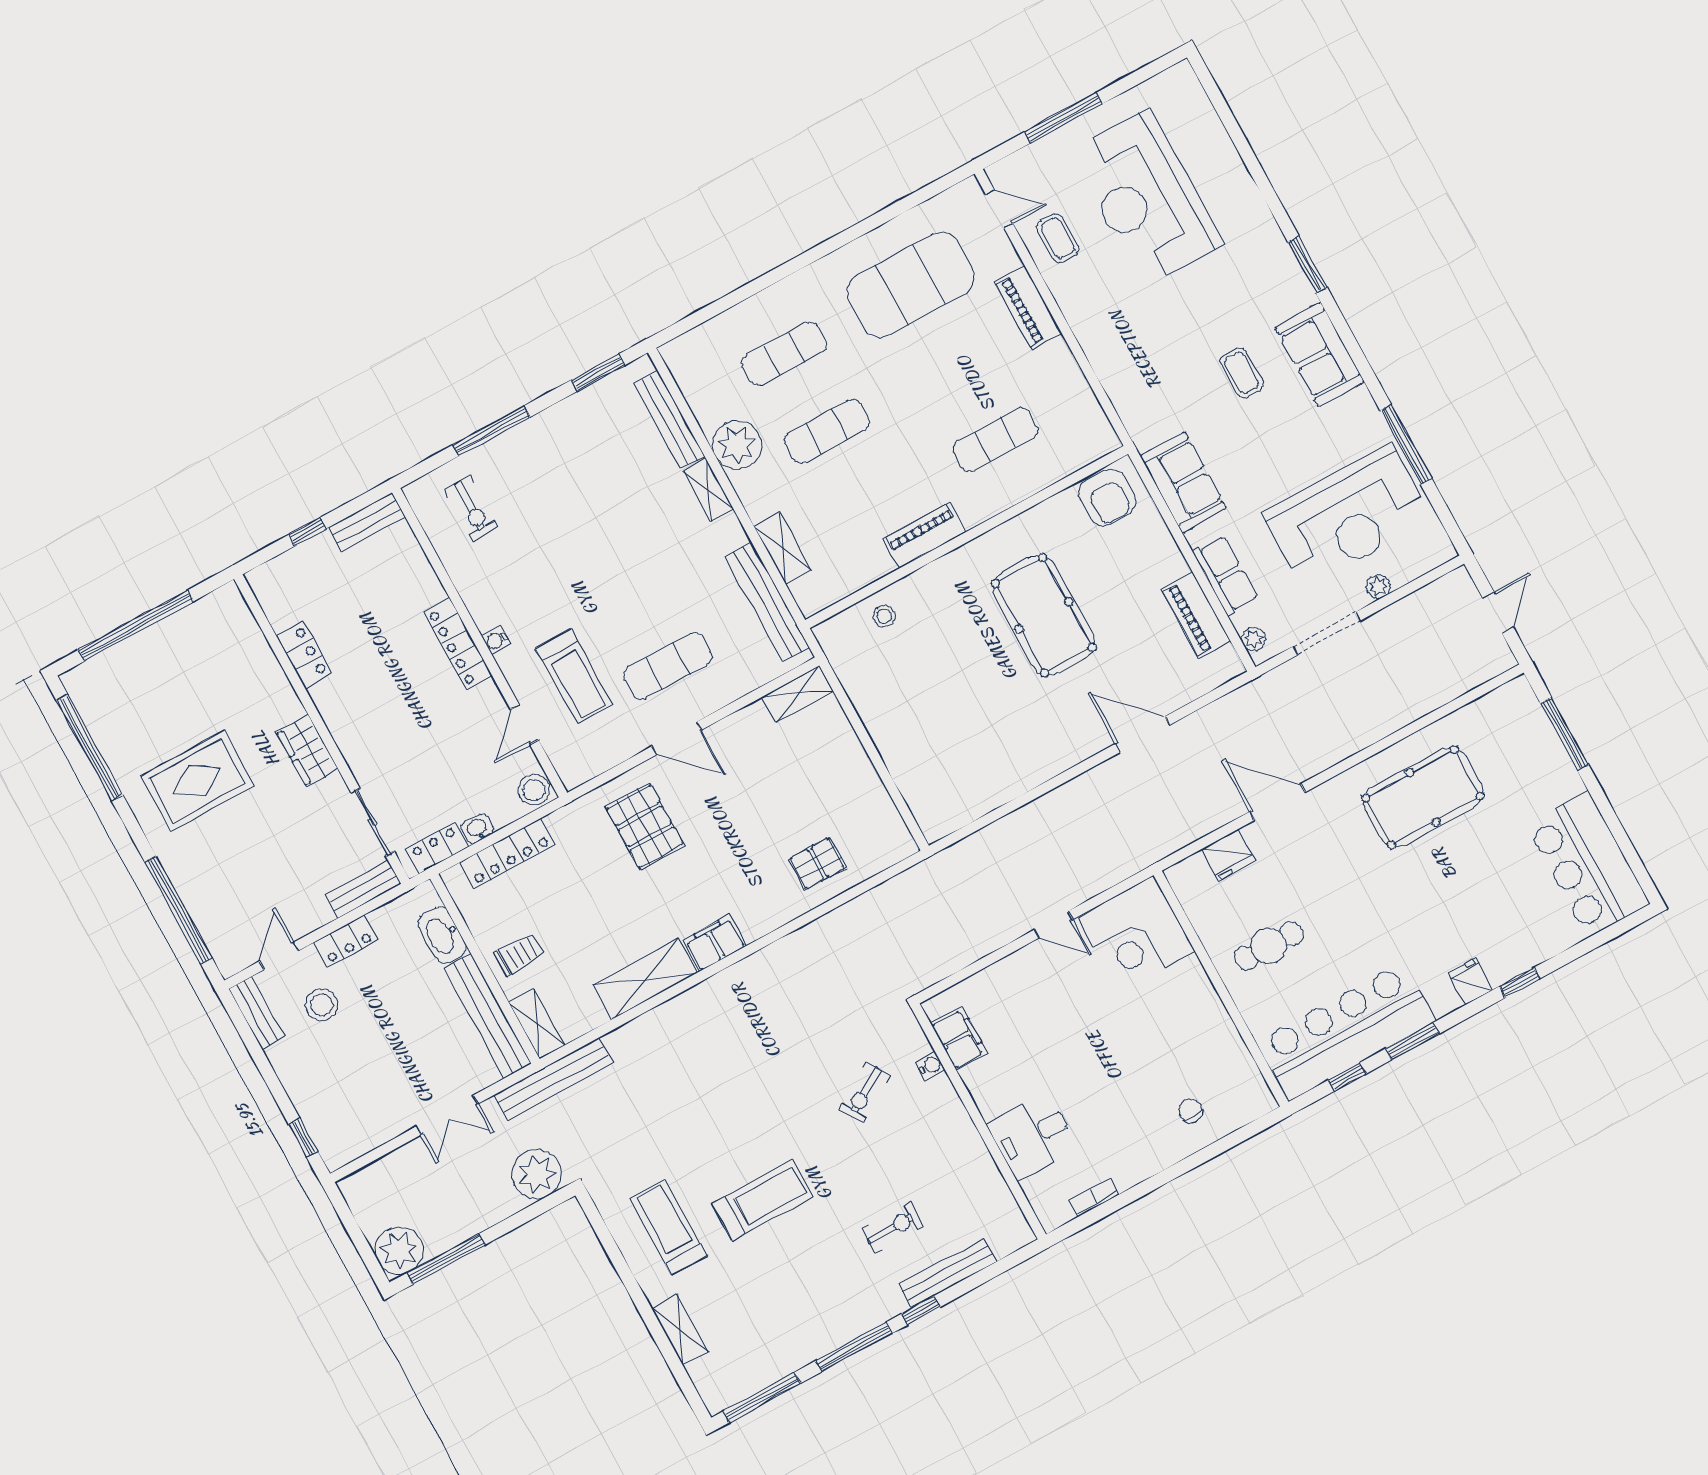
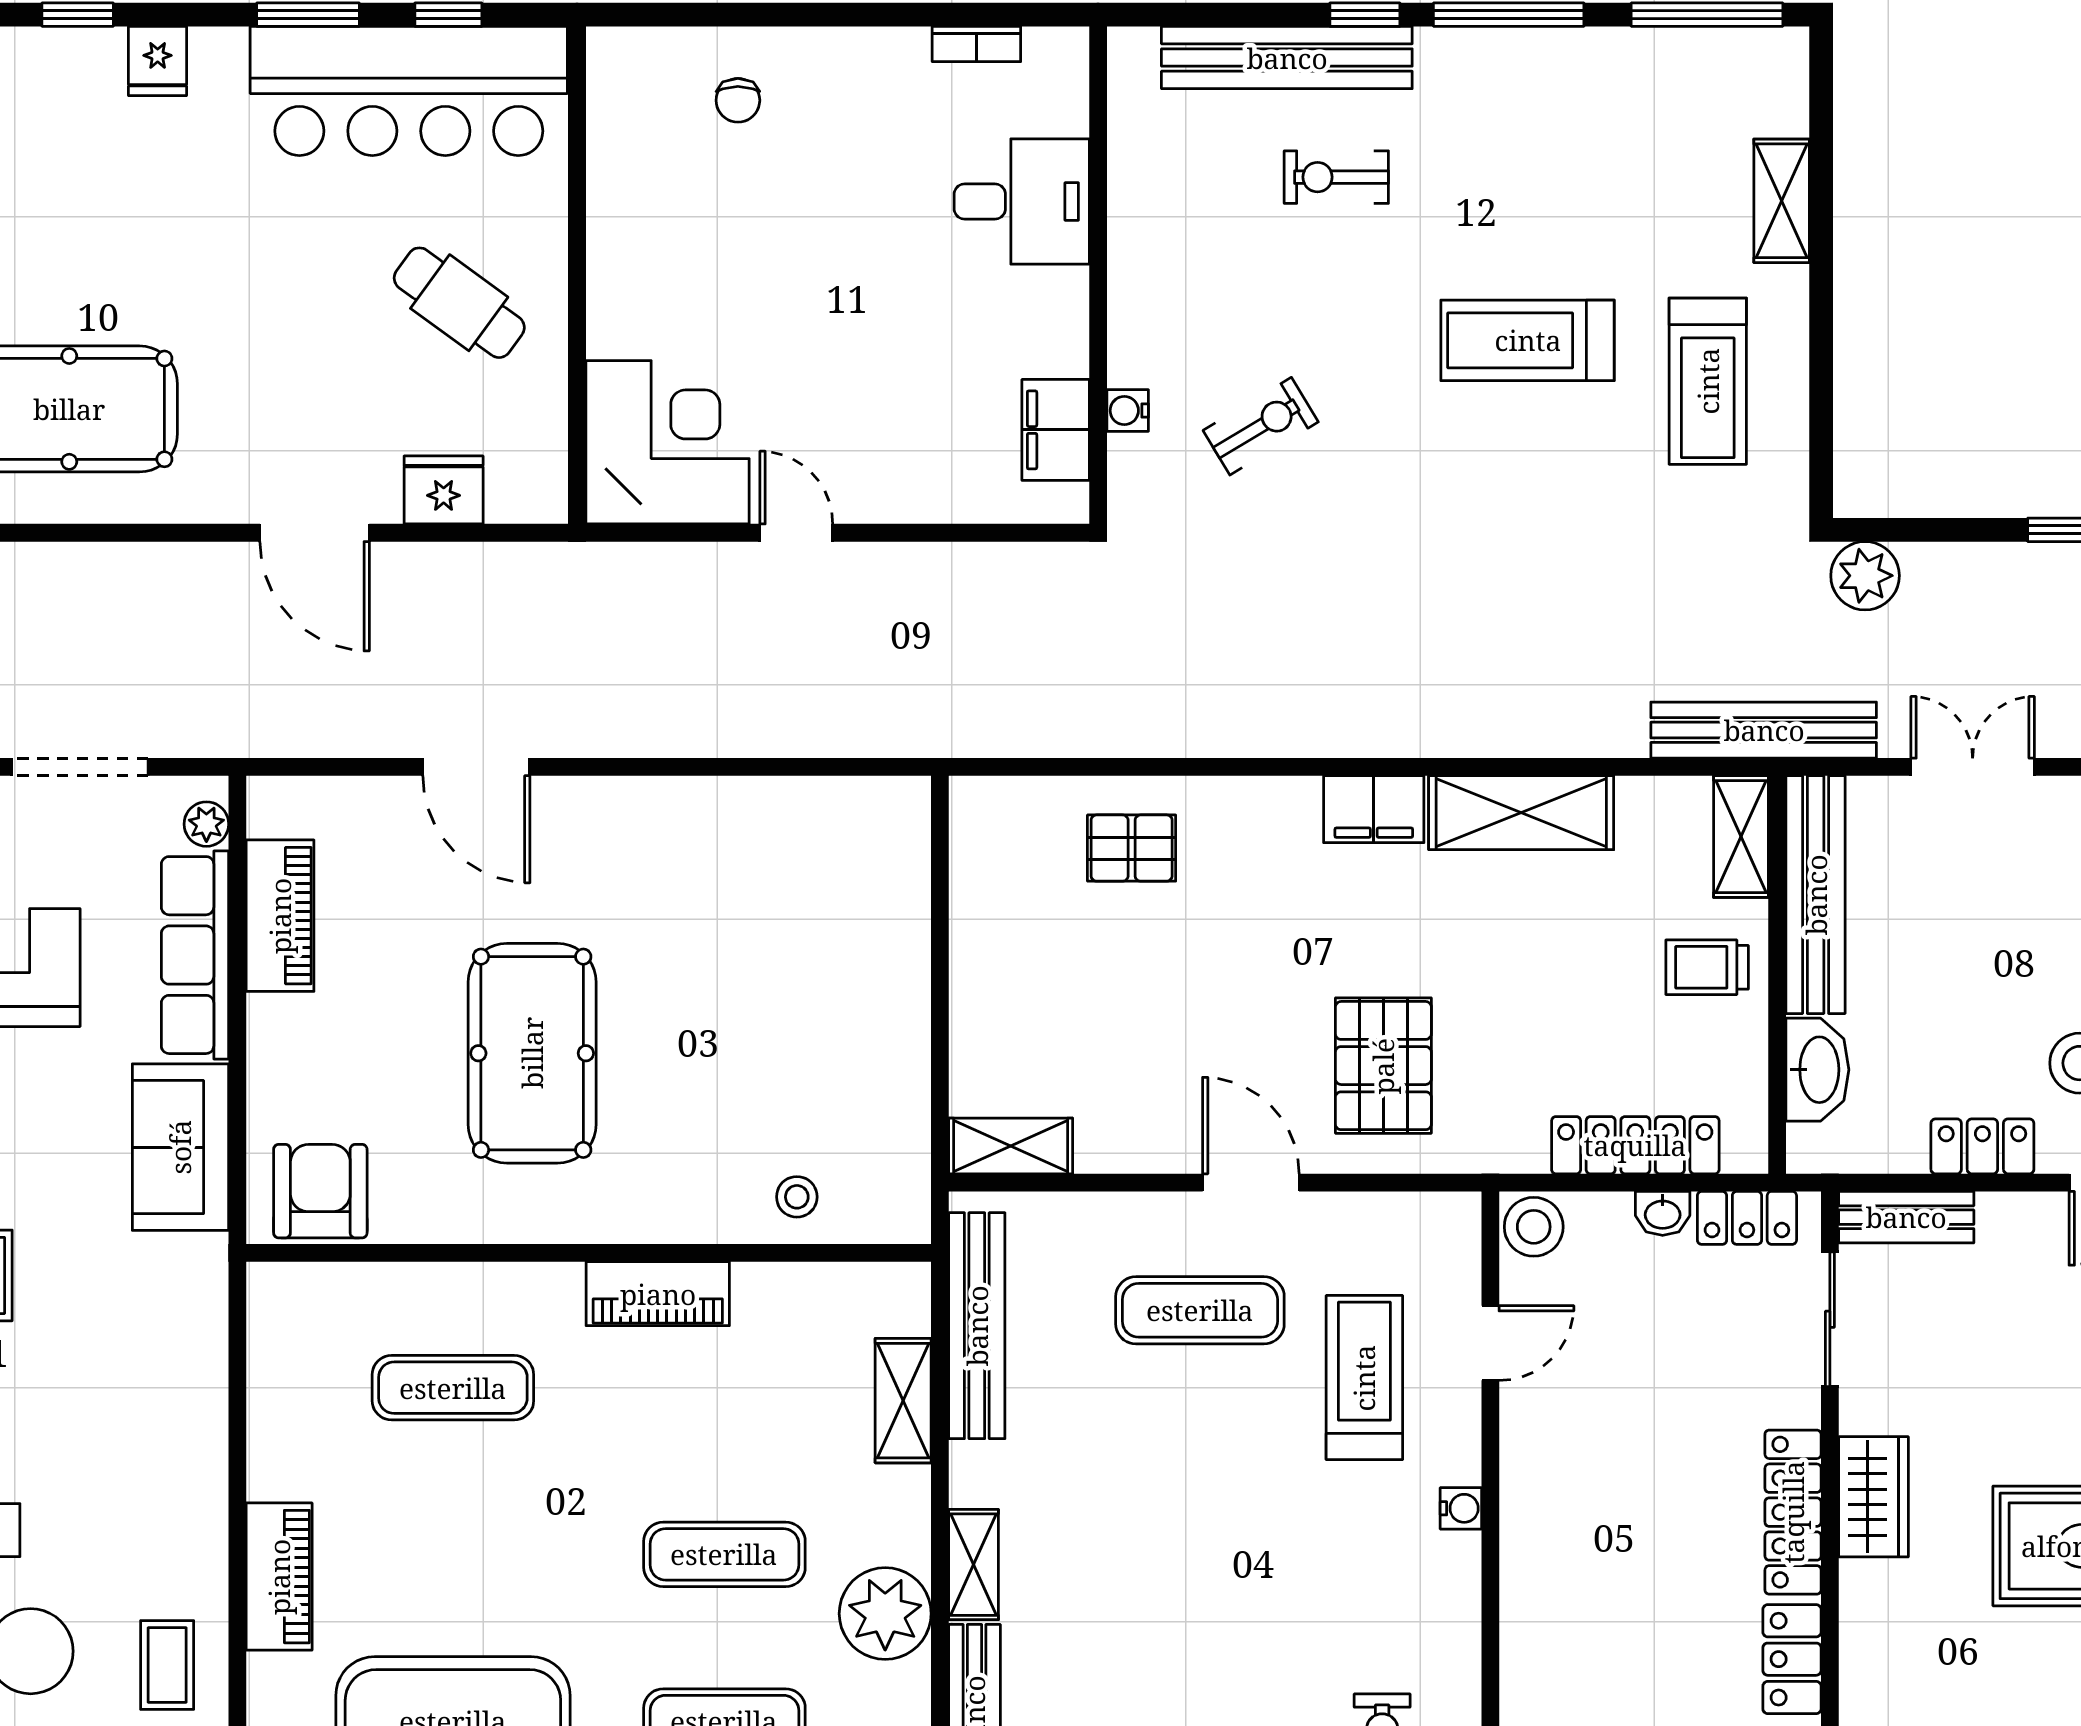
row of seats: (1225, 575) -> (195, 955), width x1.48
locker: (458, 644) -> (1793, 1512), moved, turned 180
cafe table: (1269, 946) -> (459, 303), turned 36
plant: (537, 1174) -> (1865, 576), width x0.73, depth x0.73
bench: (948, 1273) -> (1287, 58), width x1.37, depth x1.21

